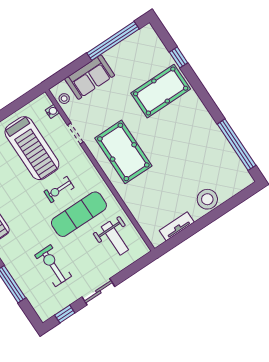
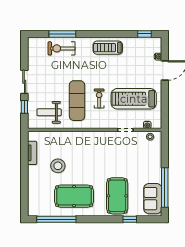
sofa: (90, 77) -> (153, 199), moved
pool table: (123, 152) -> (74, 196), moved
stool: (207, 199) -> (58, 166), moved
exercise bike: (53, 266) -> (62, 48), moved, turned 180
window: (65, 314) -> (24, 107), moved

